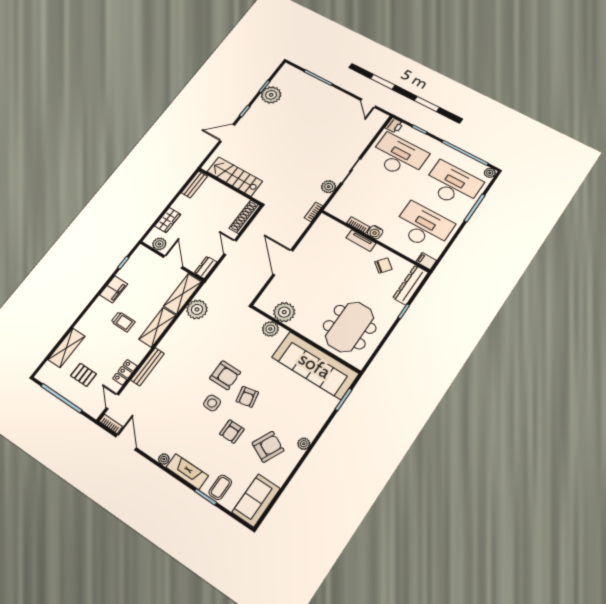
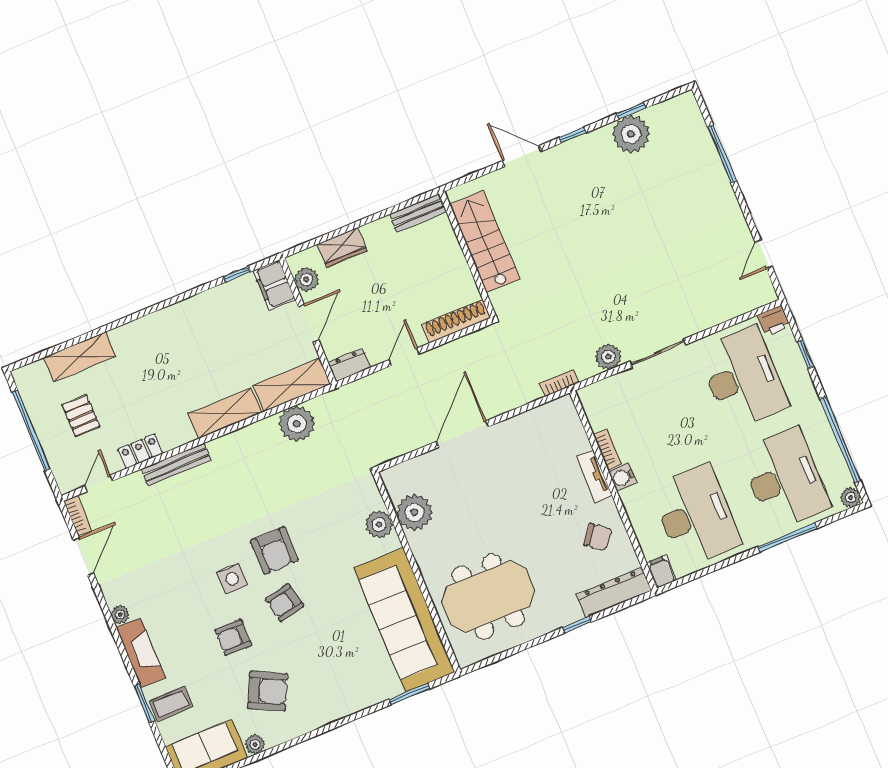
filing cabinet: (114, 289) -> (274, 285), moved, turned 90
trolley: (123, 322) -> (182, 371), removed
plant: (304, 444) -> (255, 744), moved

